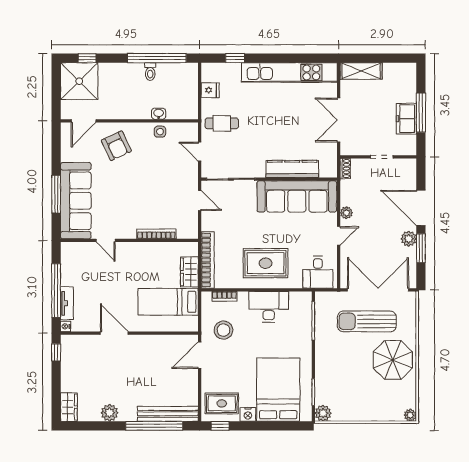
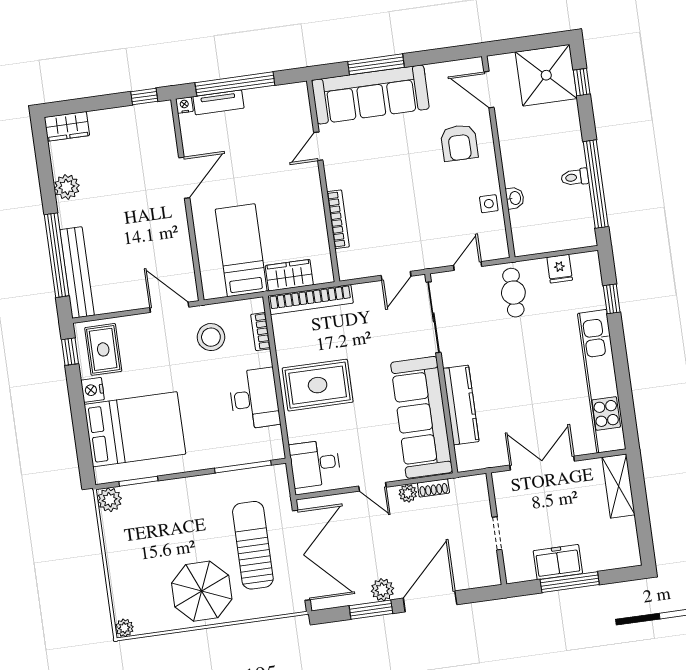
armchair: (116, 146) -> (459, 143), turned -65
shoe rack: (345, 169) -> (433, 488), moved
rug: (266, 263) -> (318, 385), turned 90

